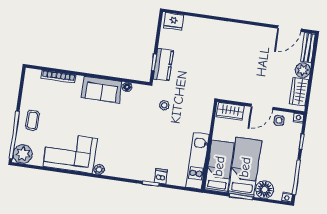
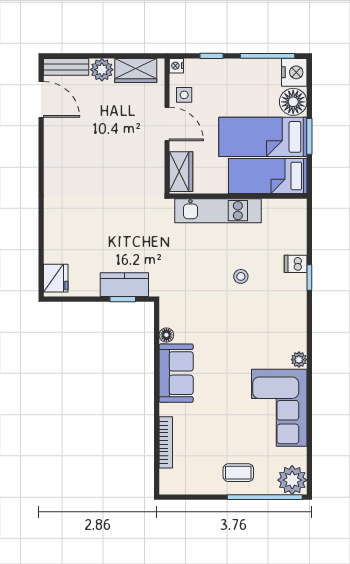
stool: (164, 105) -> (241, 276), moved
kitchen unit: (198, 161) -> (218, 211), moved
nightstand: (287, 197) -> (294, 72), width x1.89, depth x1.79

